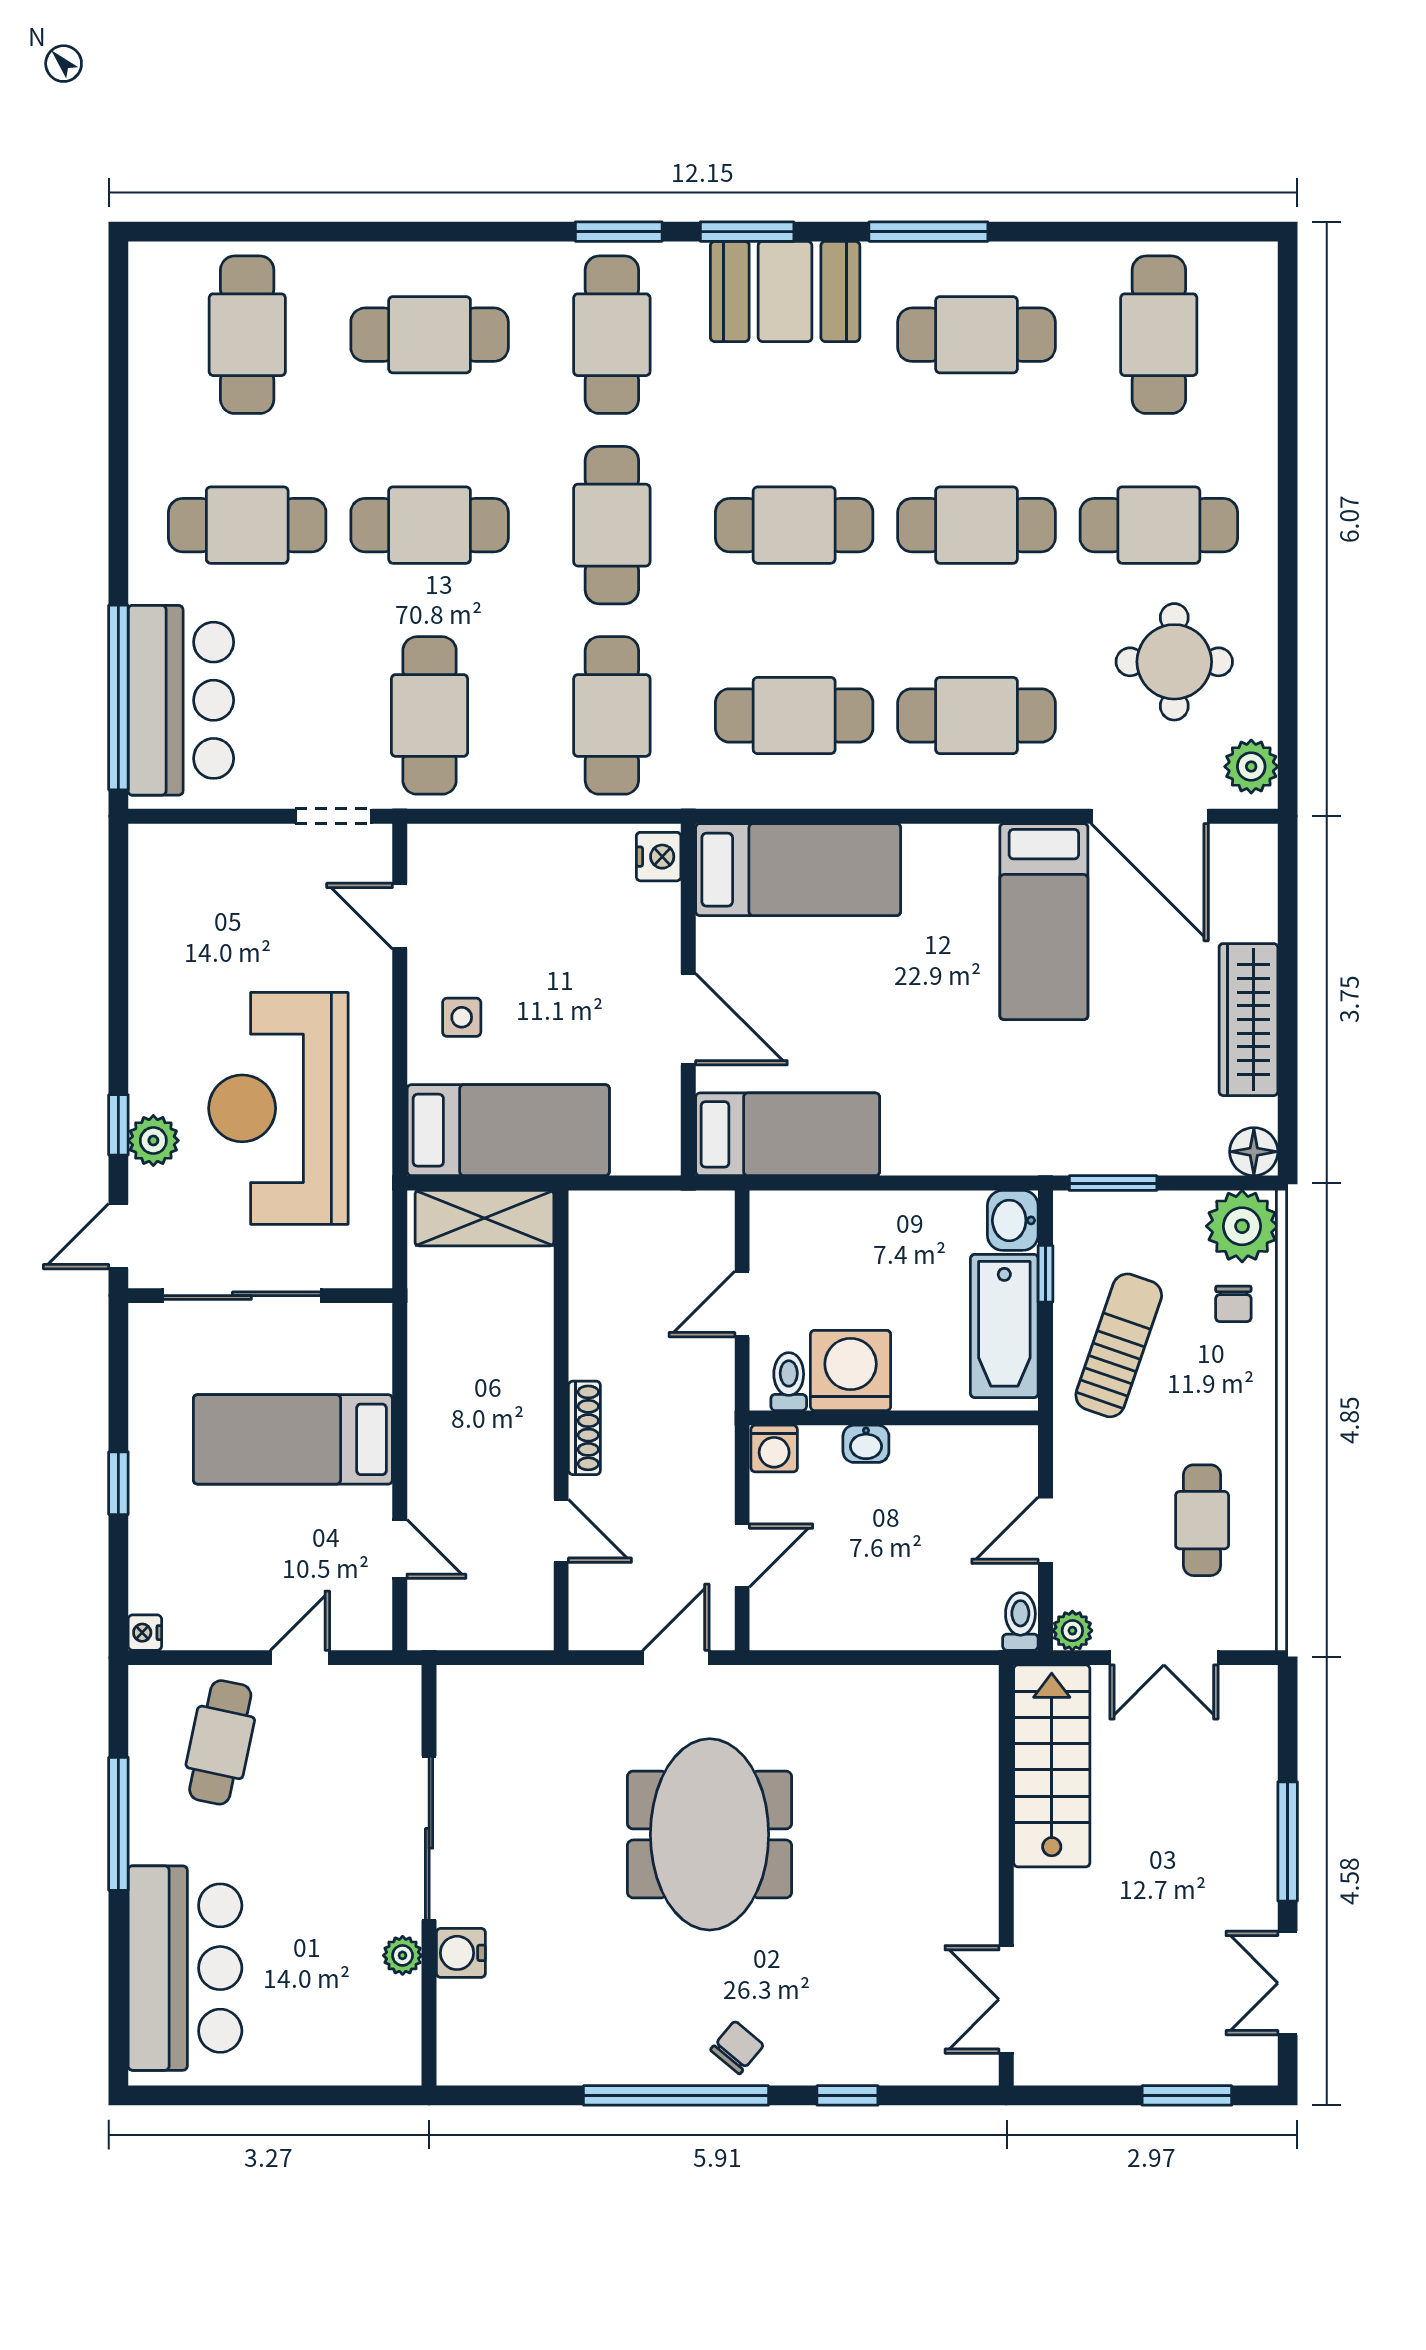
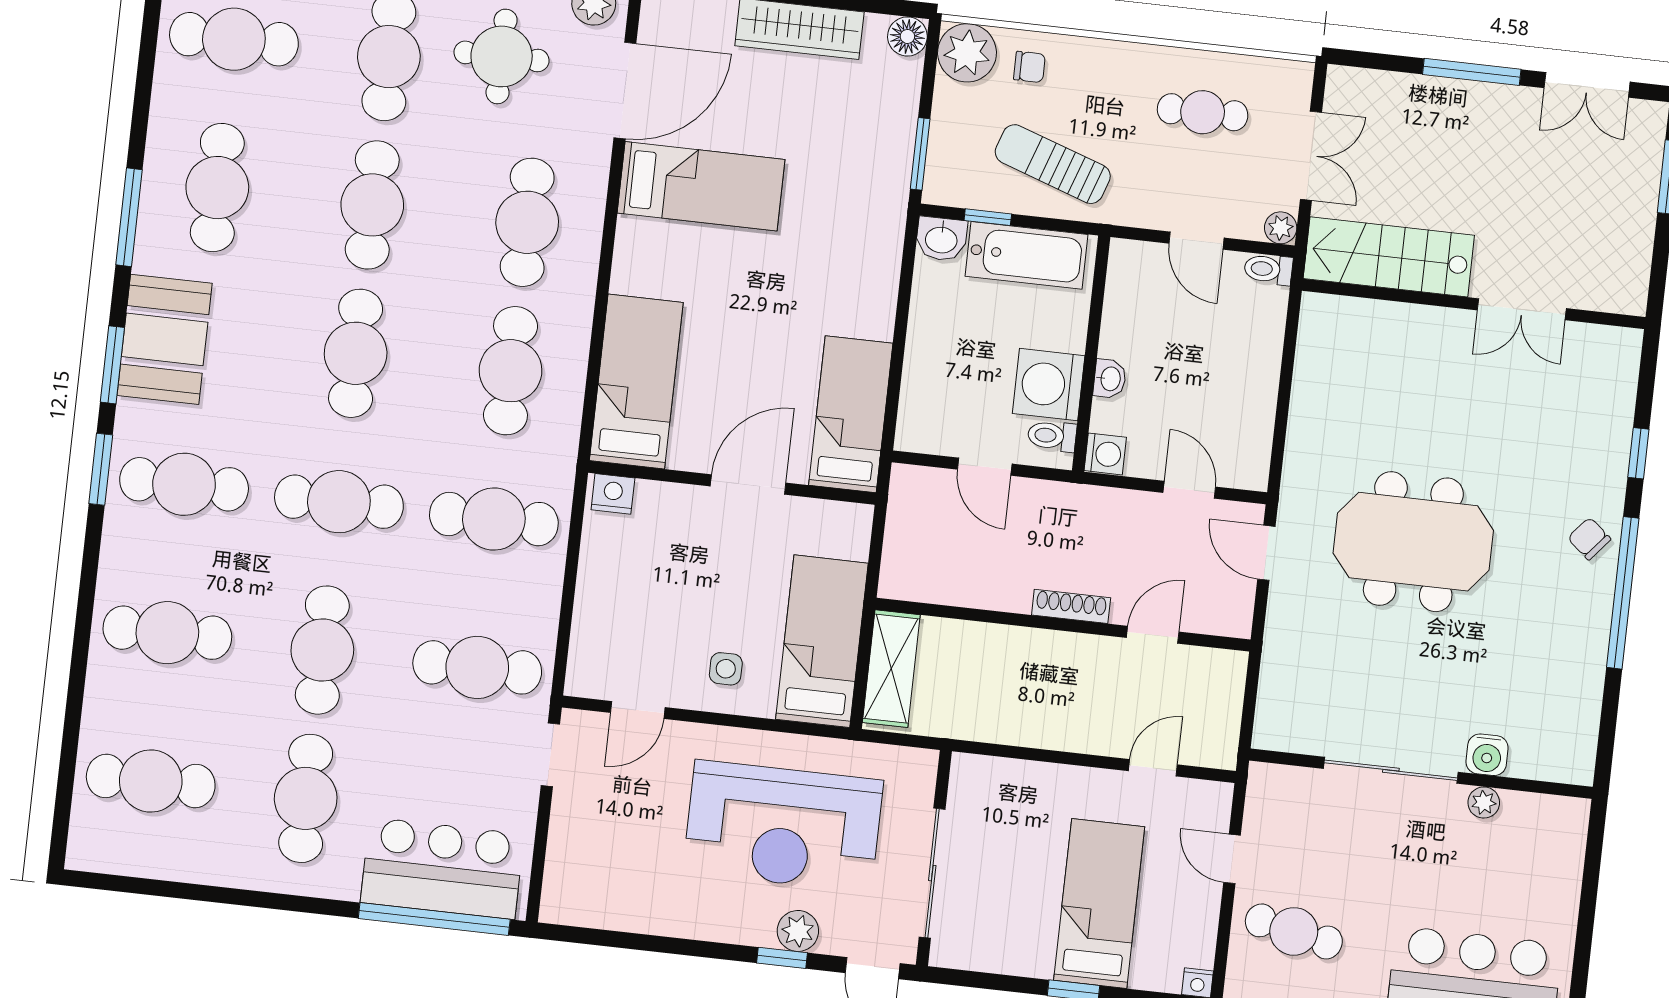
cafe table: (430, 335) -> (167, 633), turned 90
bed: (293, 1439) -> (1099, 903), moved, turned 180
double door: (1006, 1999) -> (1522, 309), moved

